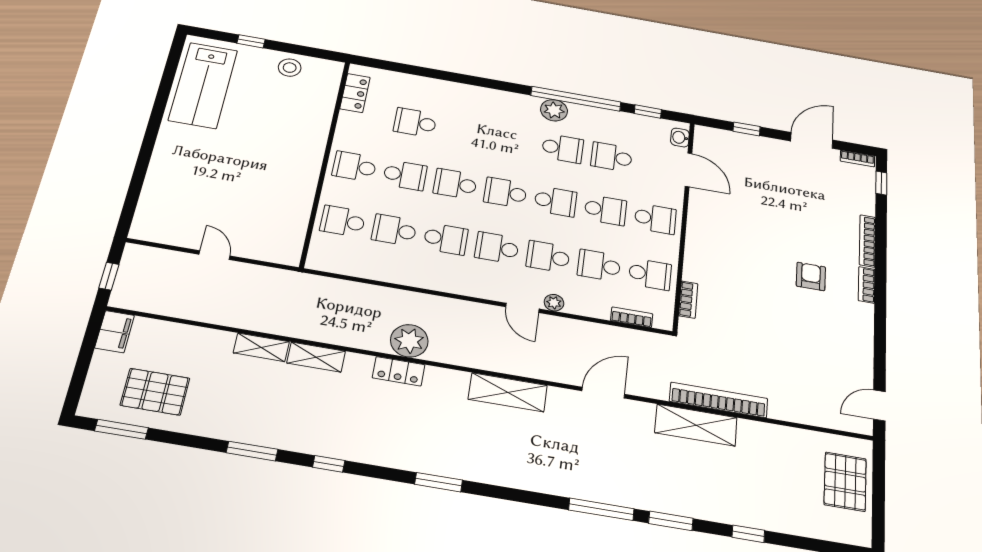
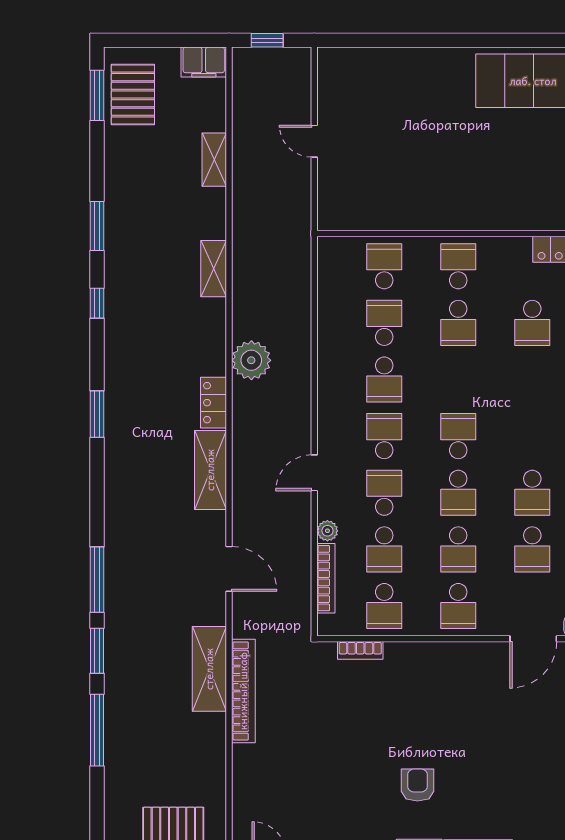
school desk: (415, 123) -> (532, 323), turned 180
school desk: (611, 157) -> (532, 549), turned 180
school desk: (455, 184) -> (458, 380), removed
door: (214, 255) -> (314, 141), swing flipped
school desk: (599, 265) -> (384, 549), turned 180
armchair: (811, 276) -> (417, 785), turned -90
plant: (554, 303) -> (327, 531), moved
bookcase: (632, 317) -> (326, 578), width x1.56
shelving: (261, 347) -> (214, 160), moved
locker: (399, 371) -> (213, 403), moved
pallet: (155, 392) -> (133, 94), moved
window: (748, 534) -> (97, 730), width x2.17

